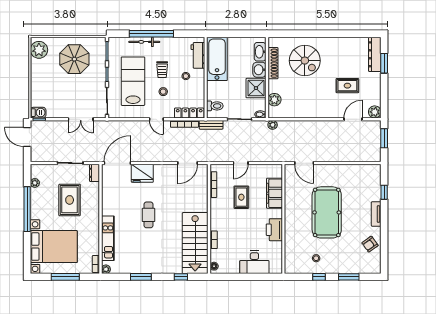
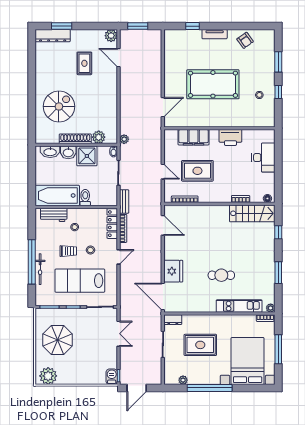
shoe rack: (273, 63) -> (75, 139), moved
toilet: (215, 106) -> (85, 198), moved
rug: (241, 197) -> (197, 171), width x1.36, depth x1.43
cafe table: (148, 215) -> (221, 275), moved
stairs: (195, 243) -> (252, 213), width x0.73, depth x0.66

